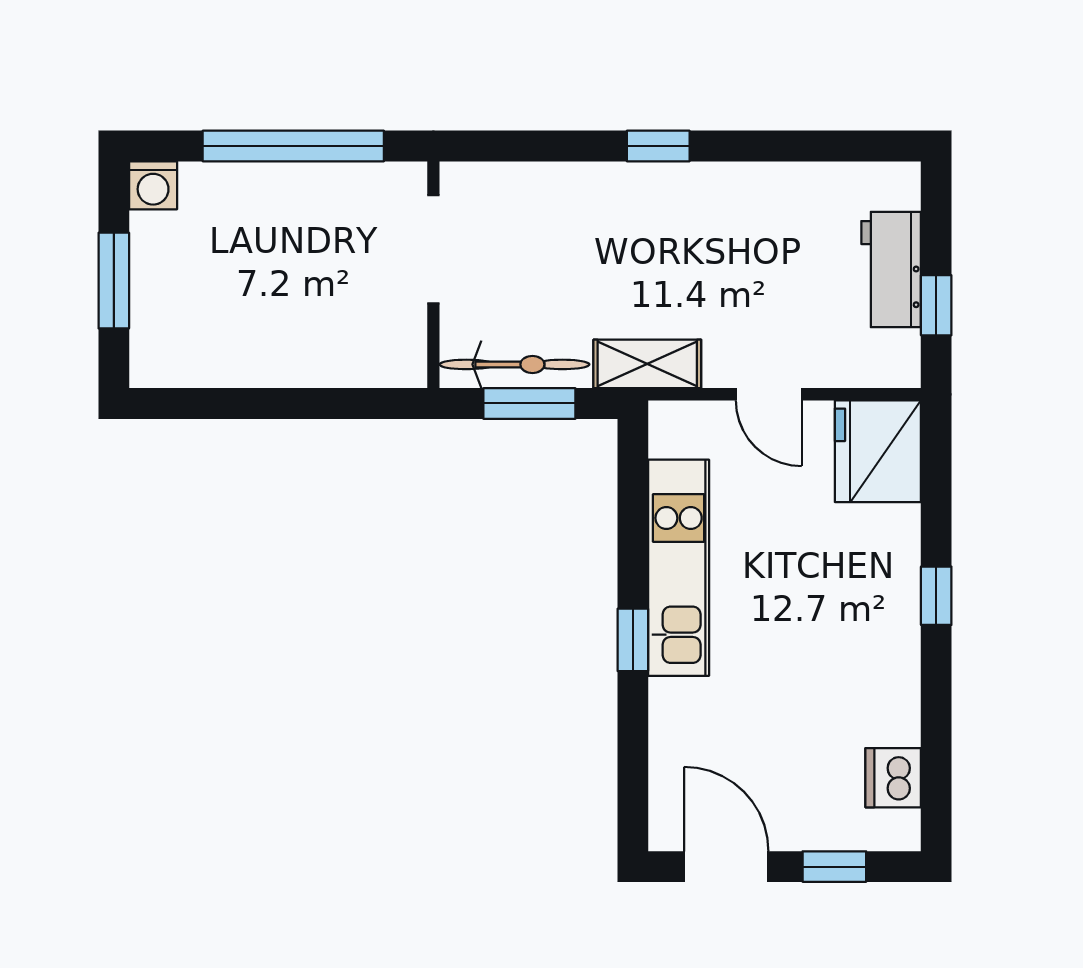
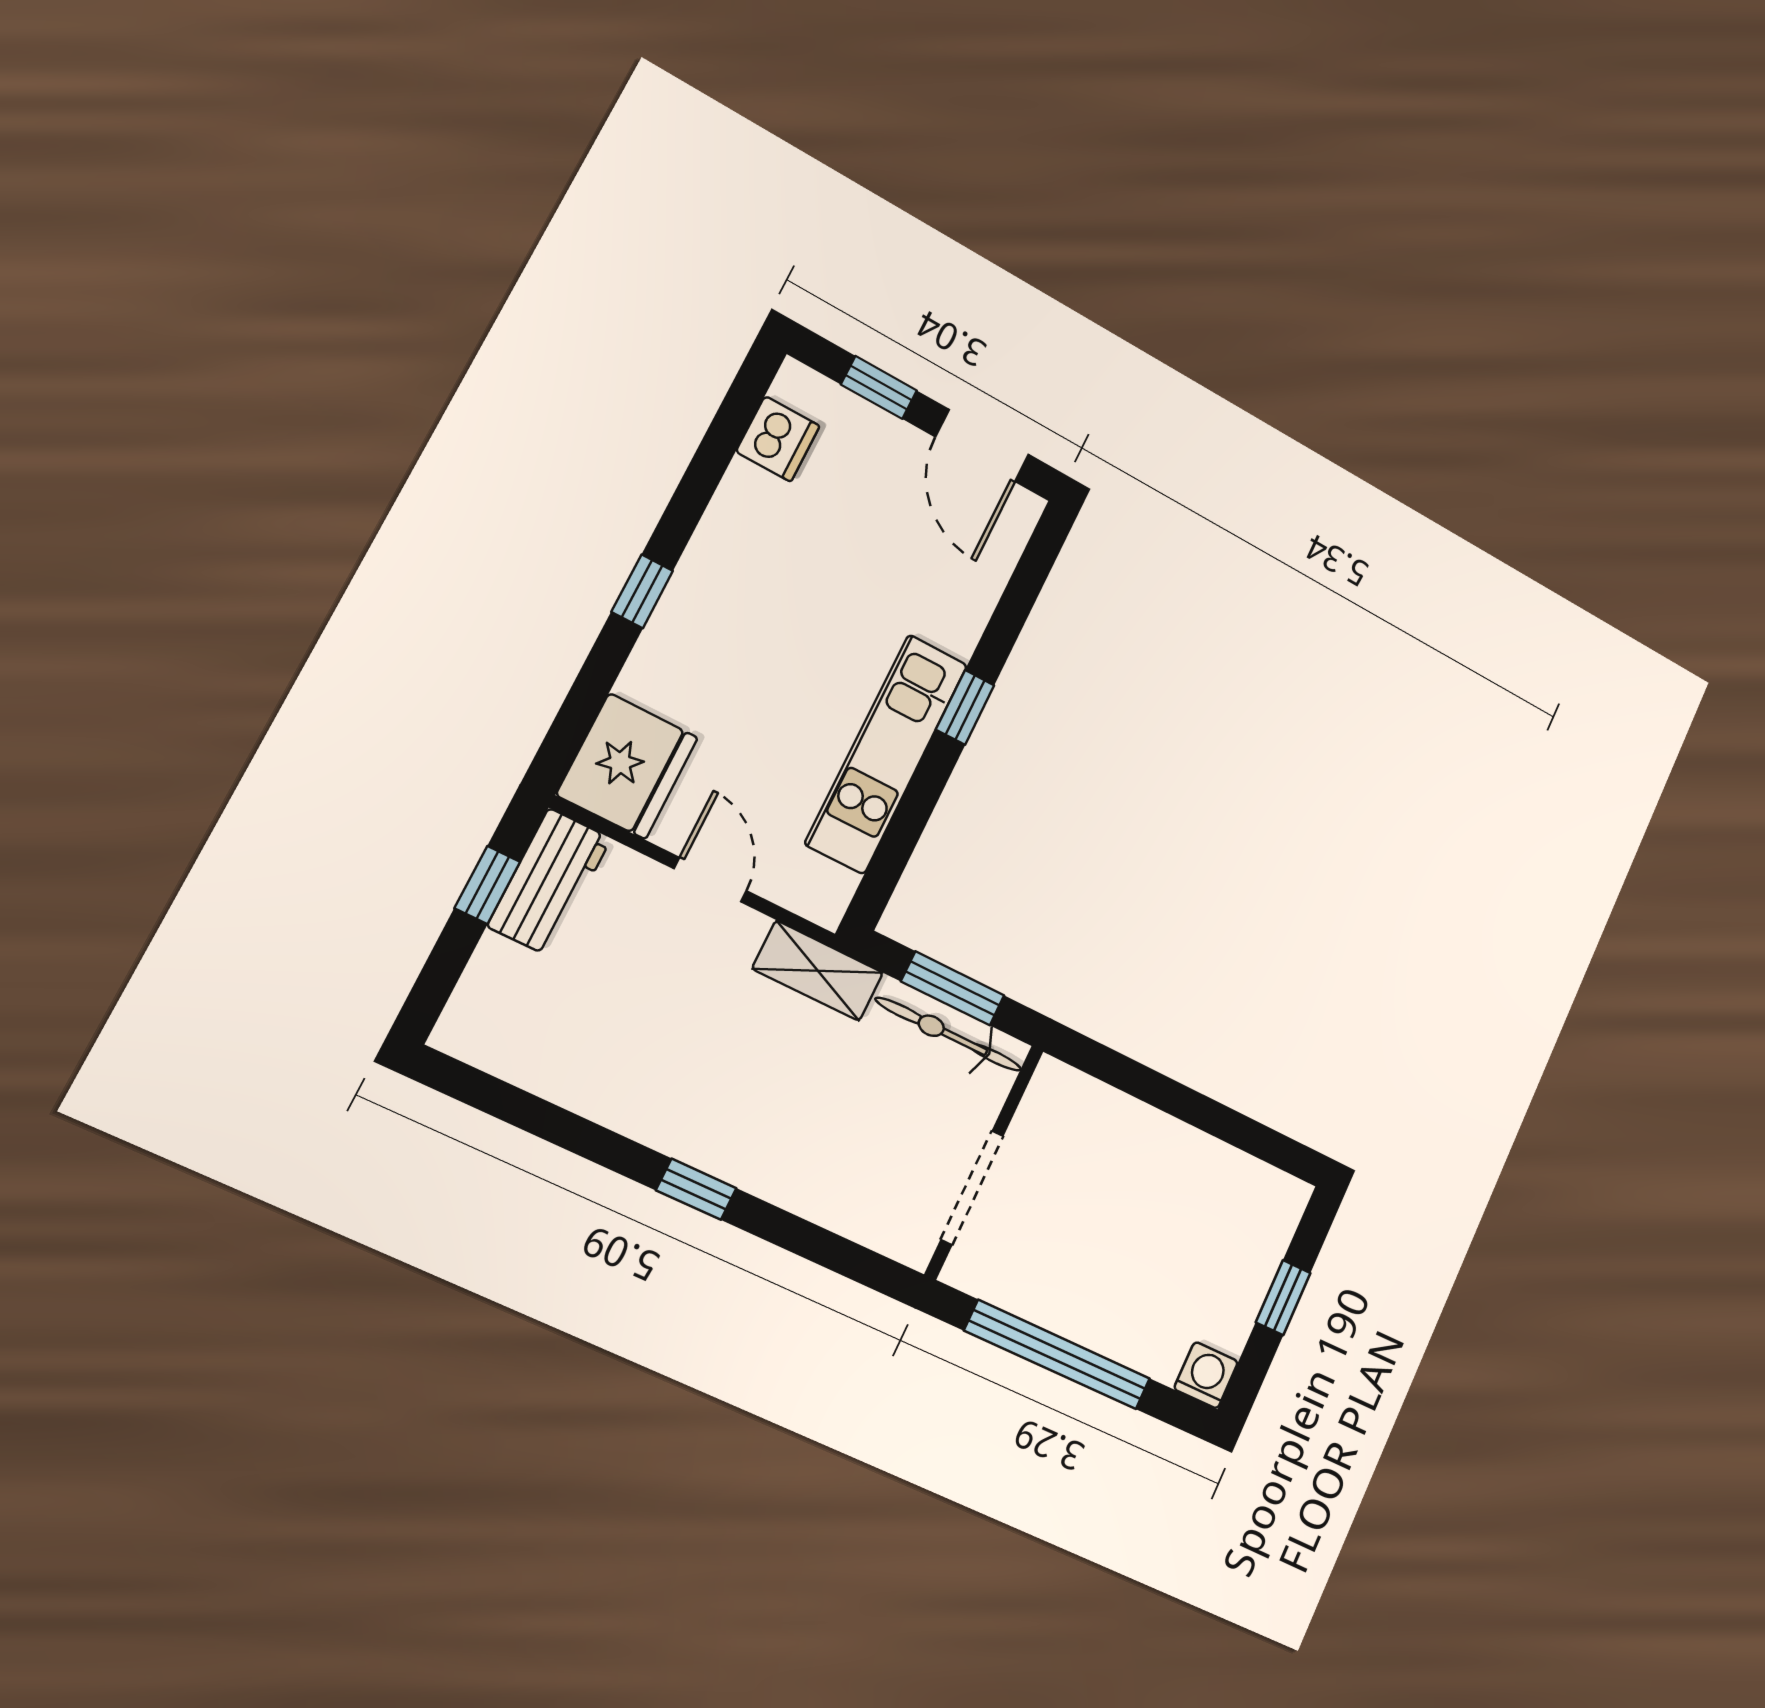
workbench: (891, 270) -> (549, 882), moved
window: (114, 281) -> (1283, 1298), width x0.67

